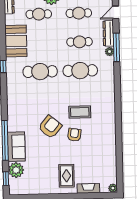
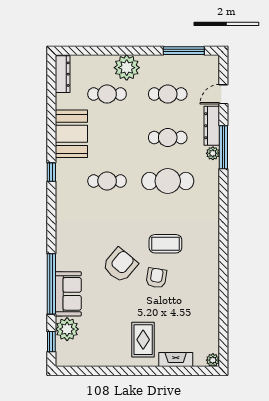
cafe table: (40, 72) -> (107, 181), width x0.73, depth x0.74

